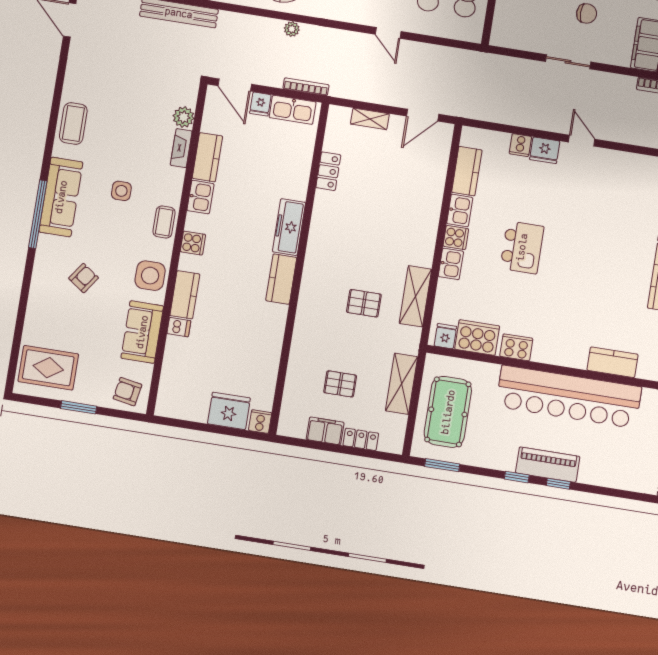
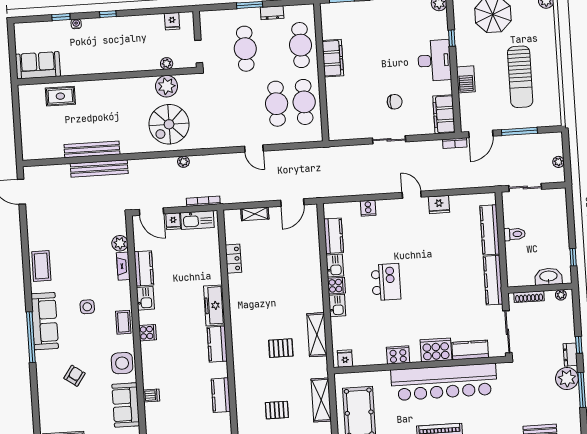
fridge: (545, 150) -> (439, 205), moved
kitchen counter: (185, 295) -> (221, 395), moved, turned 180
cooker: (477, 338) -> (436, 350), moved

